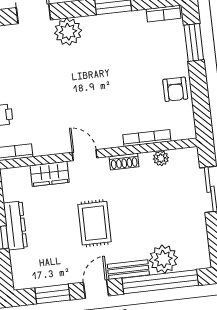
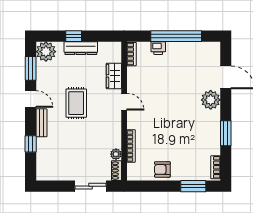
door: (85, 155) -> (124, 102), hinge flipped
shoe rack: (124, 162) -> (116, 171), moved
rug: (94, 223) -> (76, 103), turned 90
plant: (163, 259) -> (46, 52), moved
window: (160, 282) -> (31, 144), width x0.32

